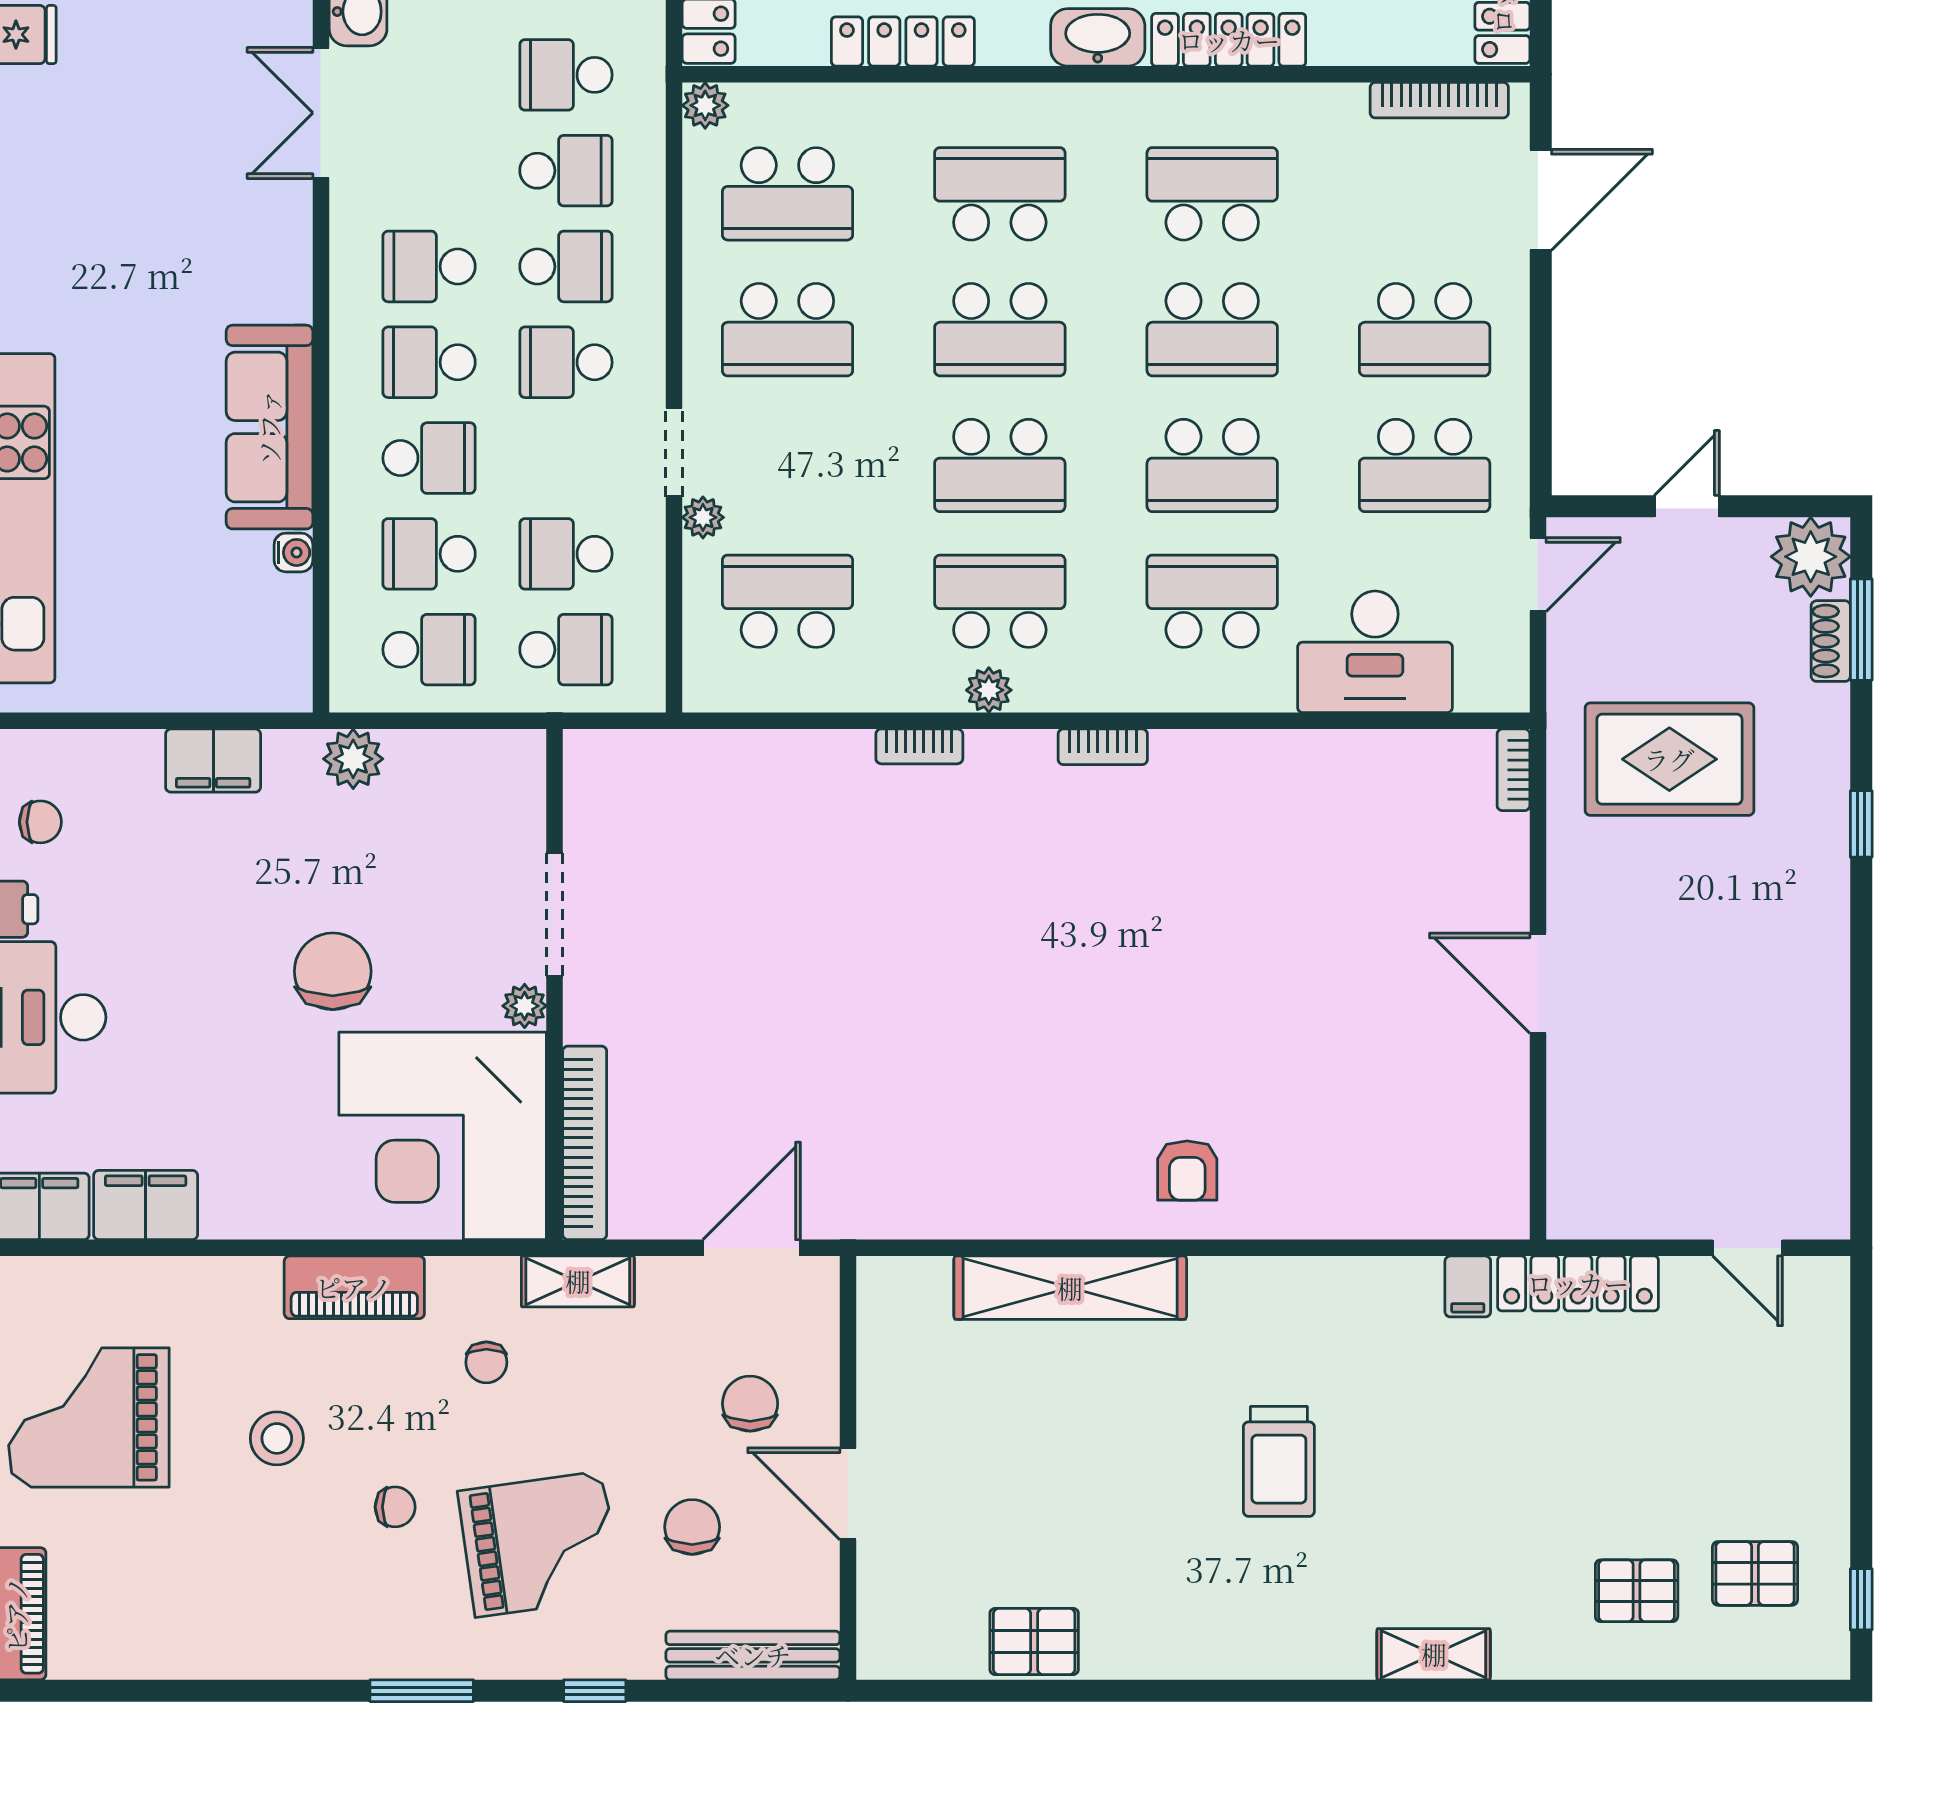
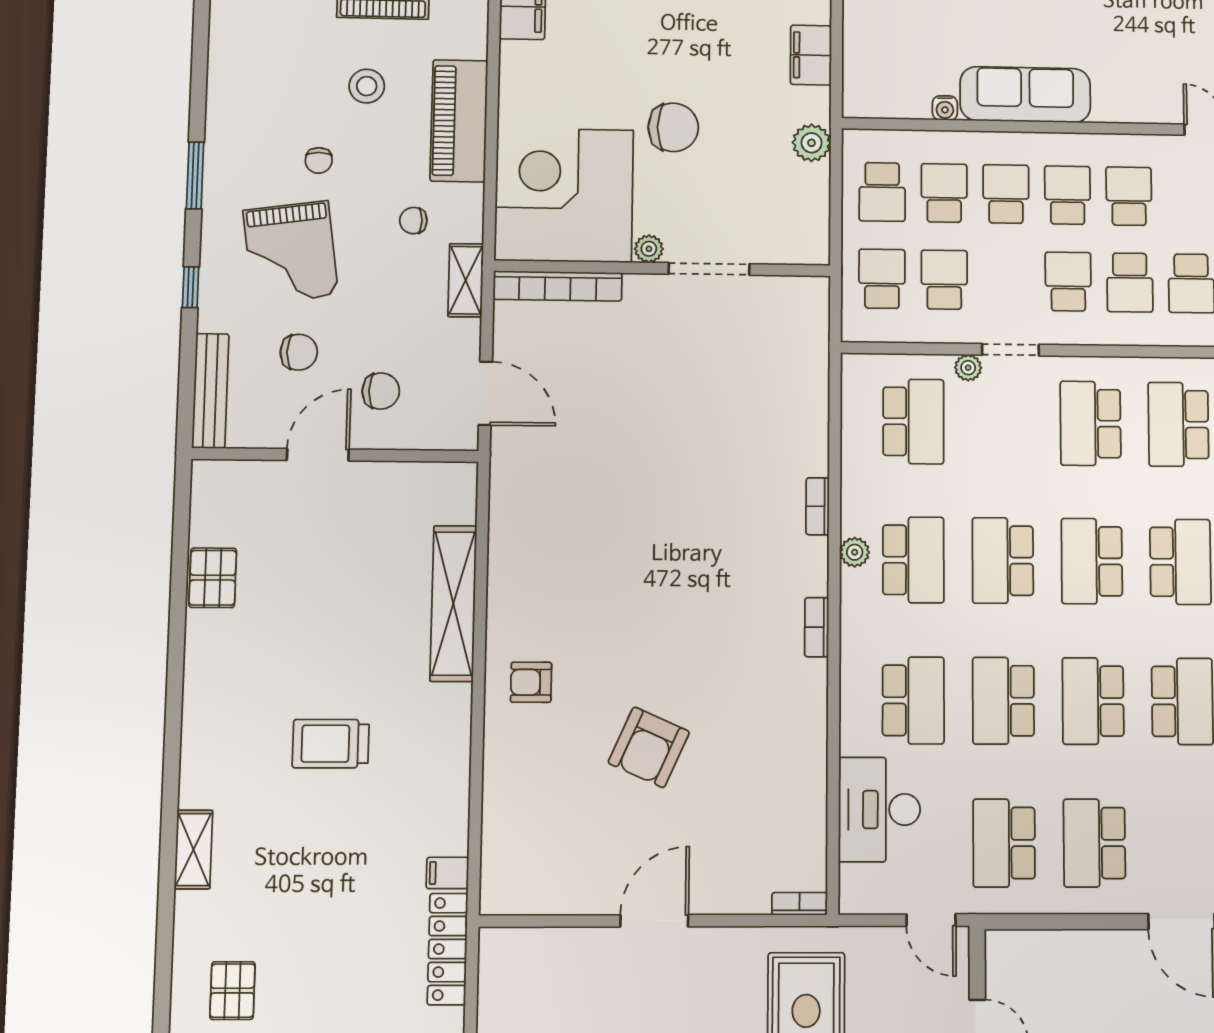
school desk: (429, 458) -> (1006, 194), turned 180
school desk: (566, 650) -> (882, 279), turned 180
armchair: (1283, 995) -> (649, 747), added
piano: (354, 1287) -> (459, 121), width x1.37, depth x1.33

